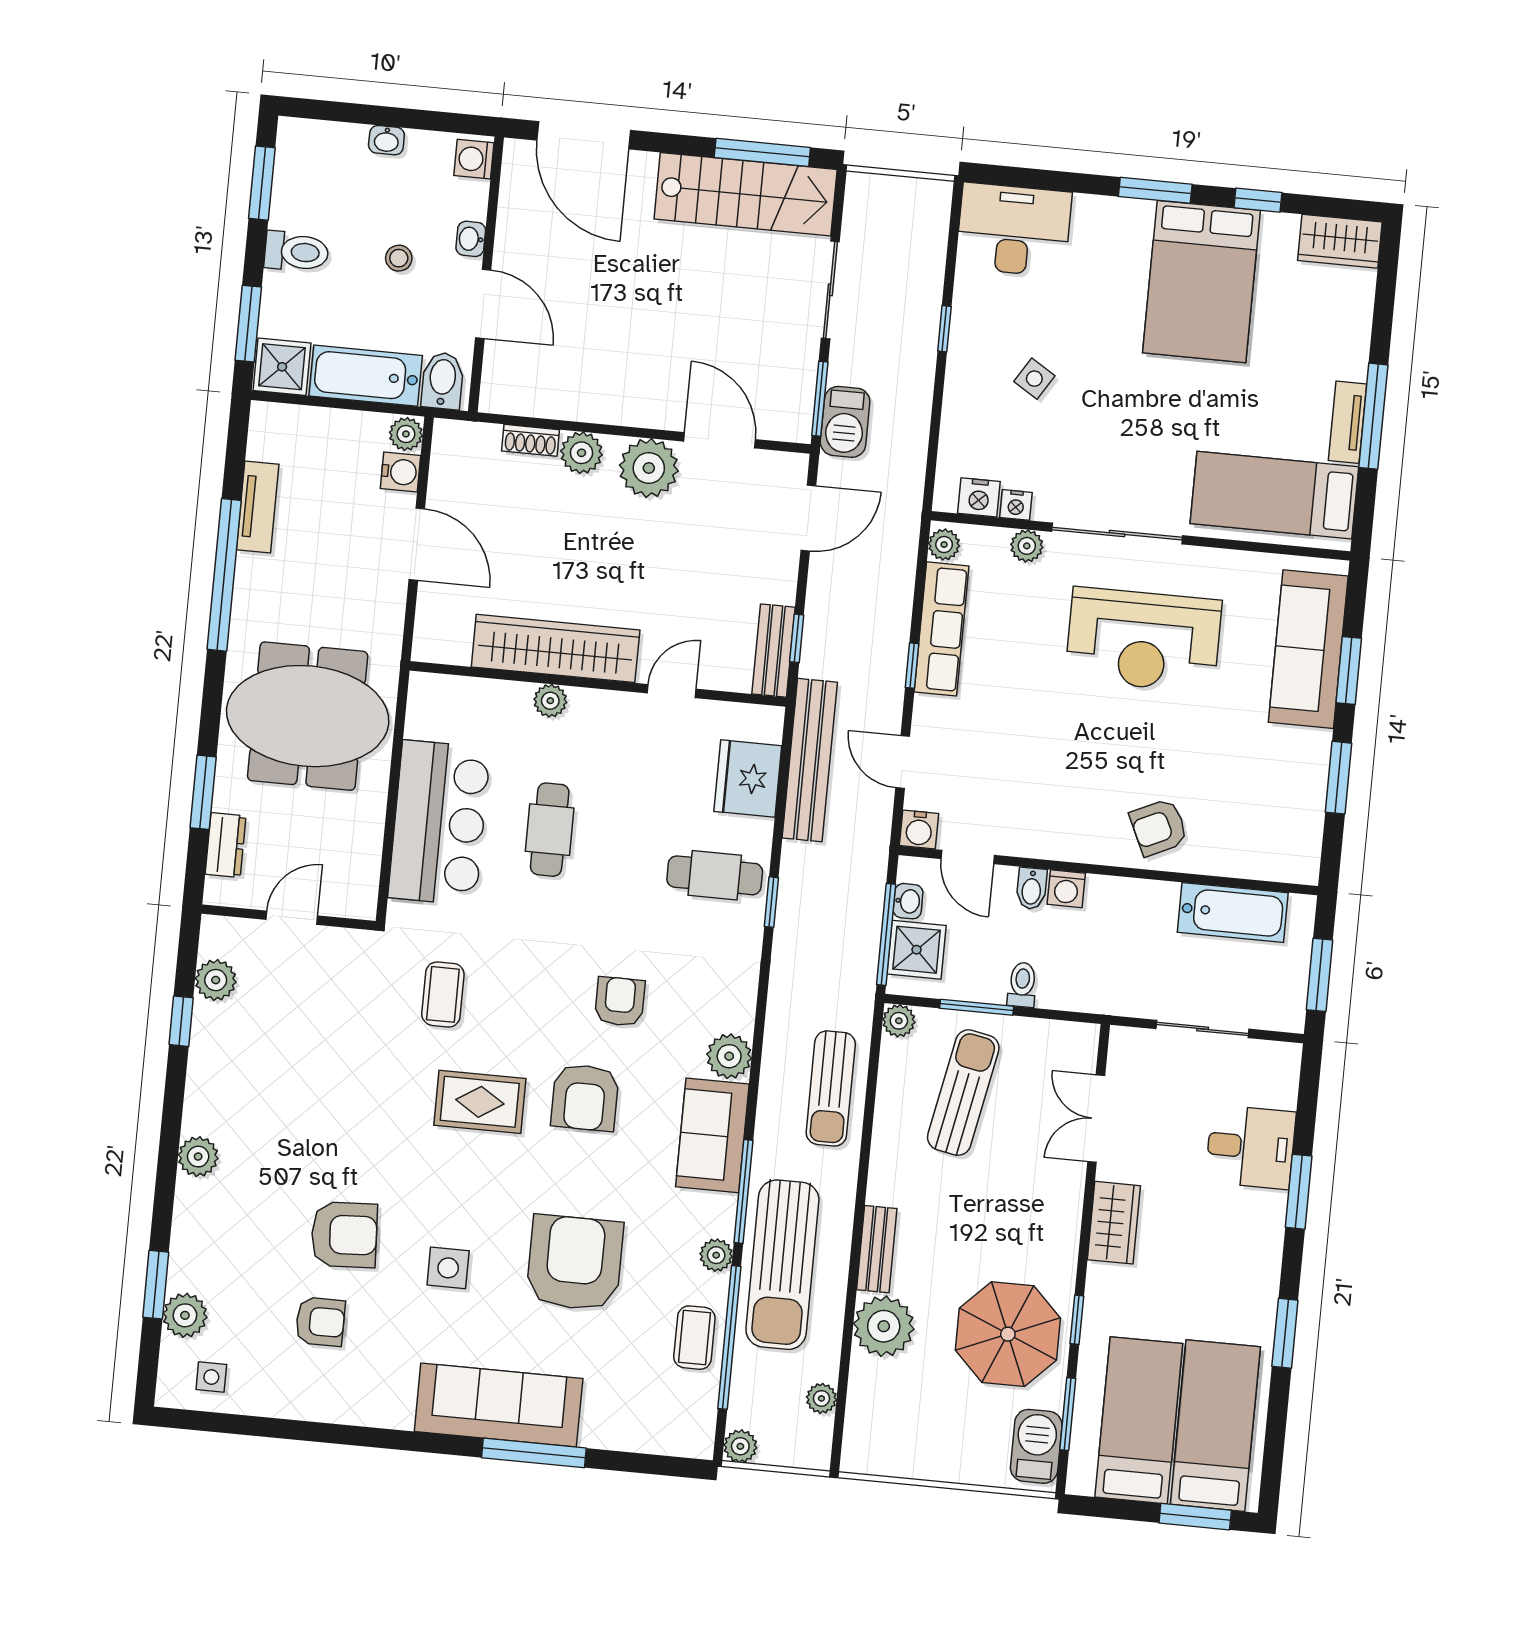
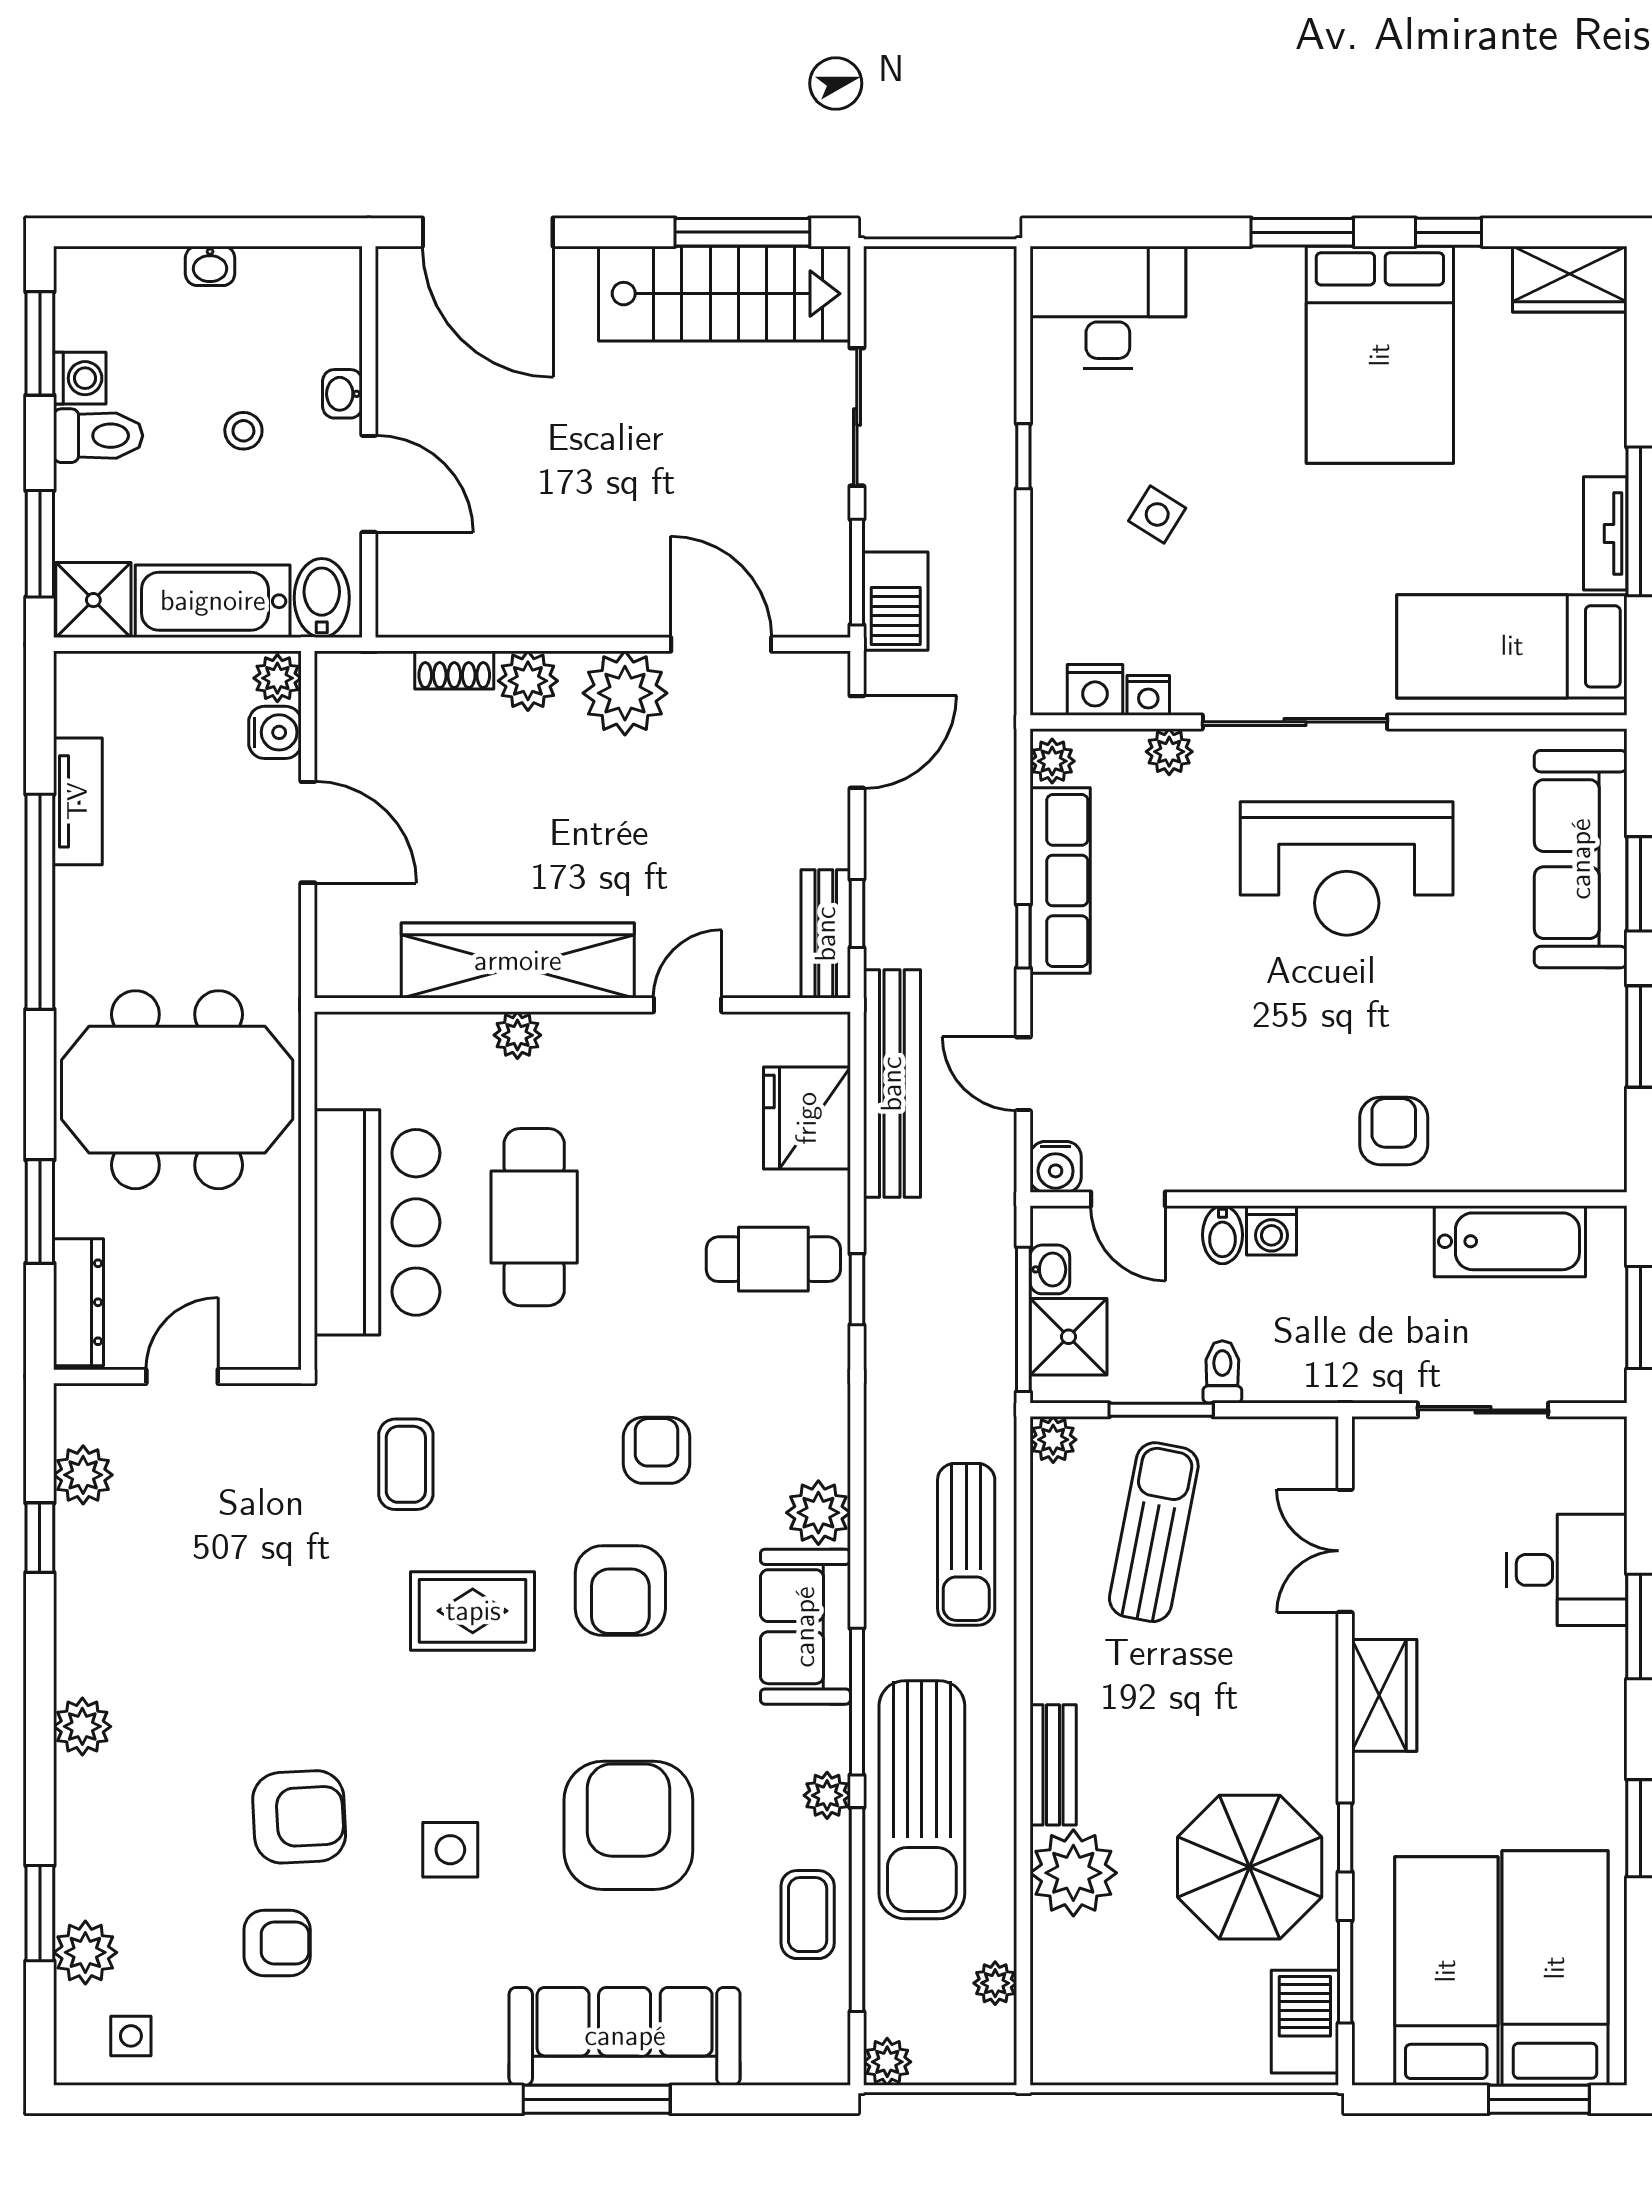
washing machine: (474, 159) -> (80, 378), moved, turned 180
armchair: (1159, 827) -> (1394, 1131), turned 115
cafe table: (550, 830) -> (534, 1217), width x1.37, depth x1.35
dresser: (226, 845) -> (79, 1302), width x1.44
sofa: (499, 1405) -> (625, 2036), moved

